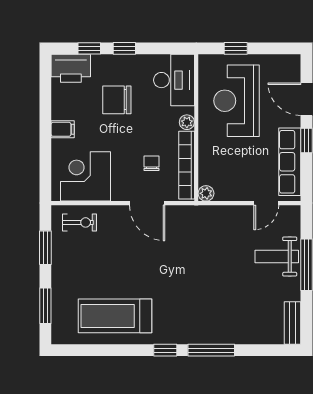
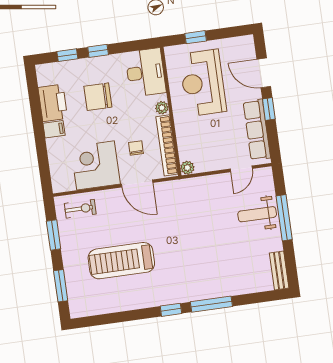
printer: (71, 68) -> (53, 103), moved, turned -90
corner desk: (85, 176) -> (96, 165), moved
treadmill: (115, 316) -> (121, 261), moved

